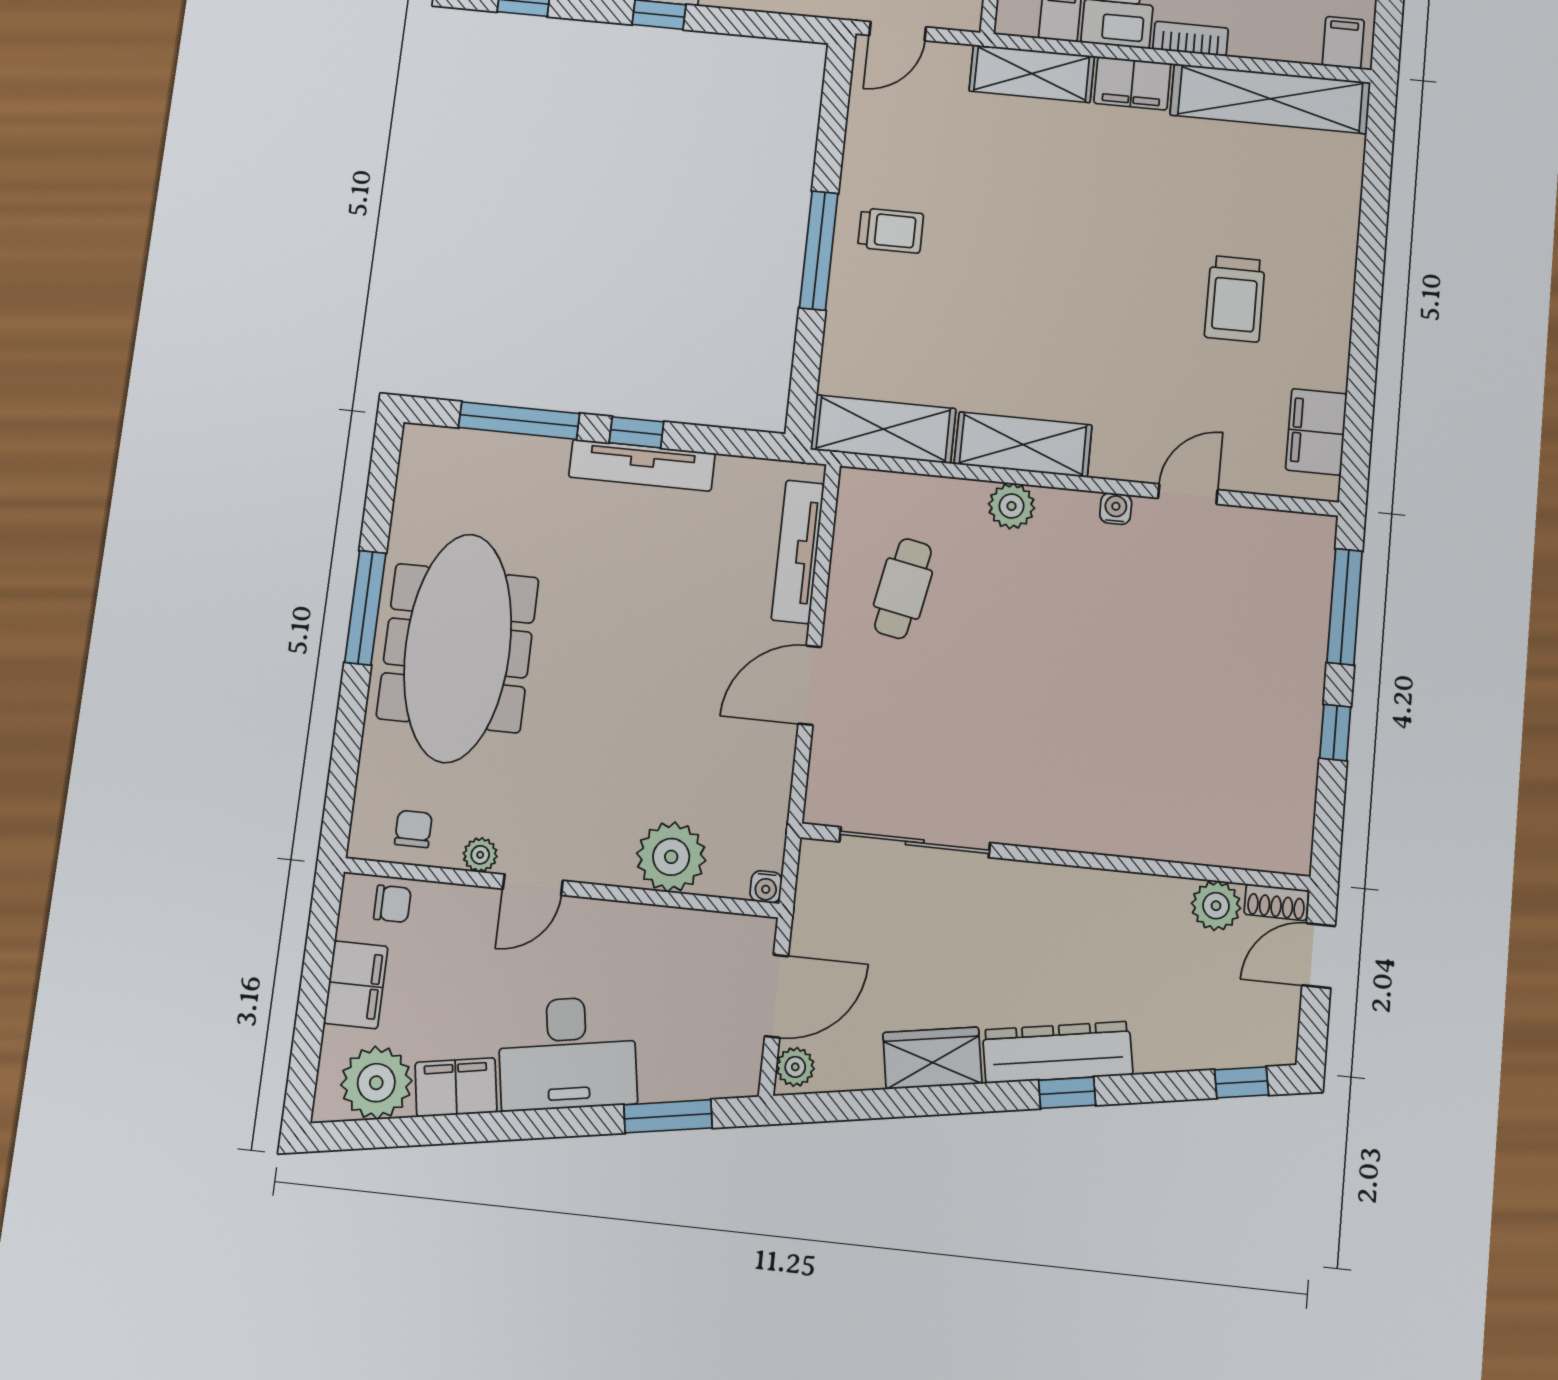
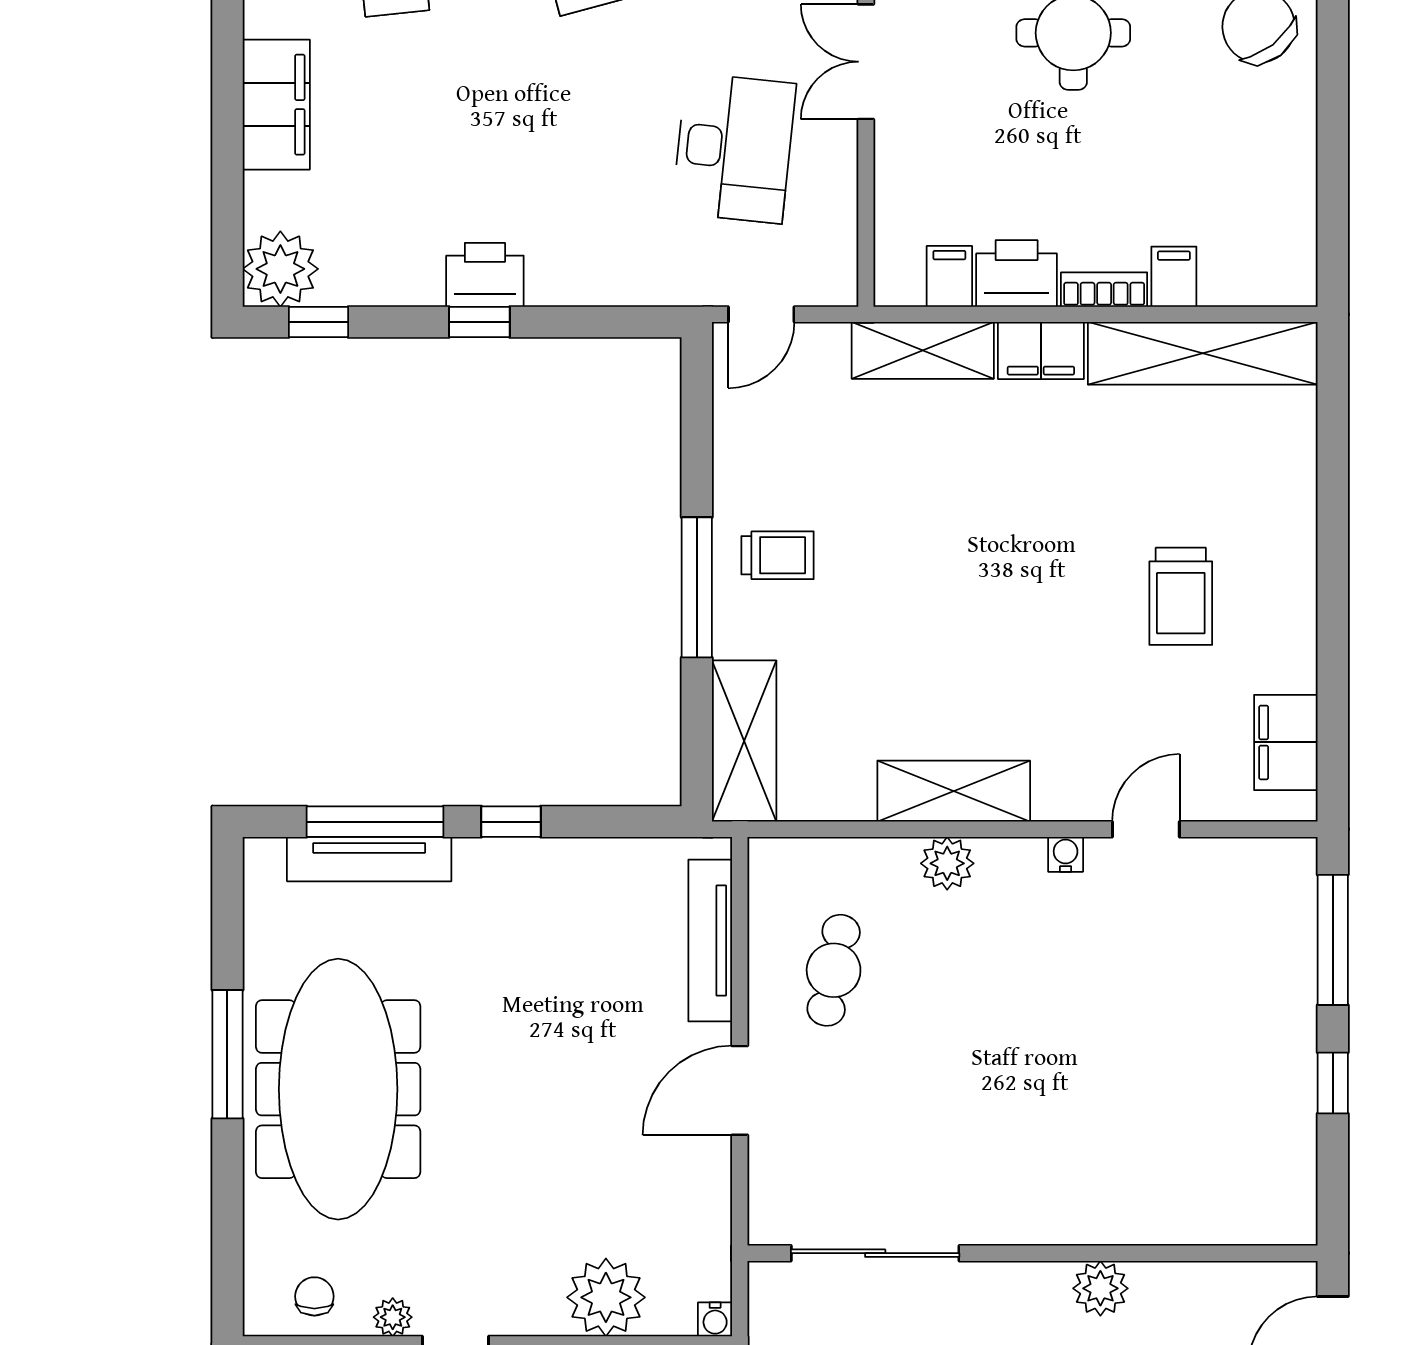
filing cabinet: (1343, 43) -> (1174, 277), moved
shelving: (883, 429) -> (744, 741), moved, turned 90
tv unit: (642, 465) -> (369, 859), moved
shoe rack: (1276, 902) -> (1282, 1278), removed
plant: (1216, 906) -> (1100, 1288), moved

